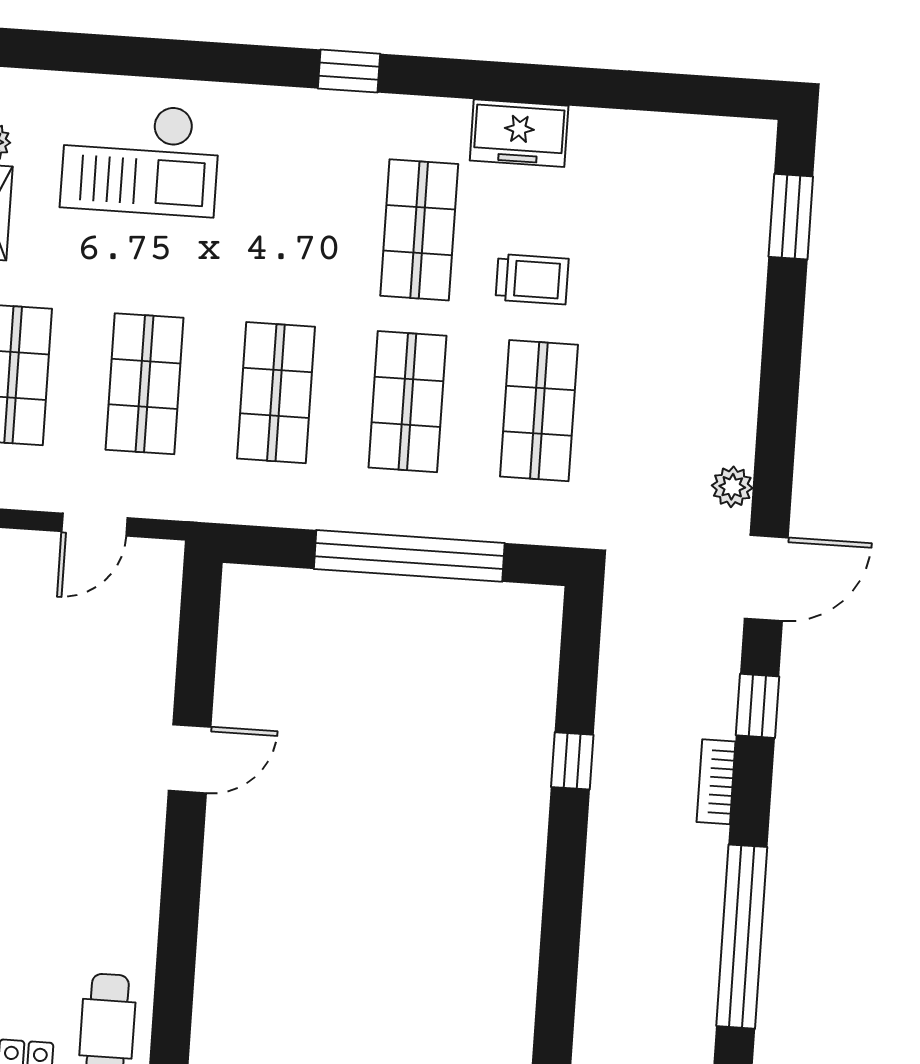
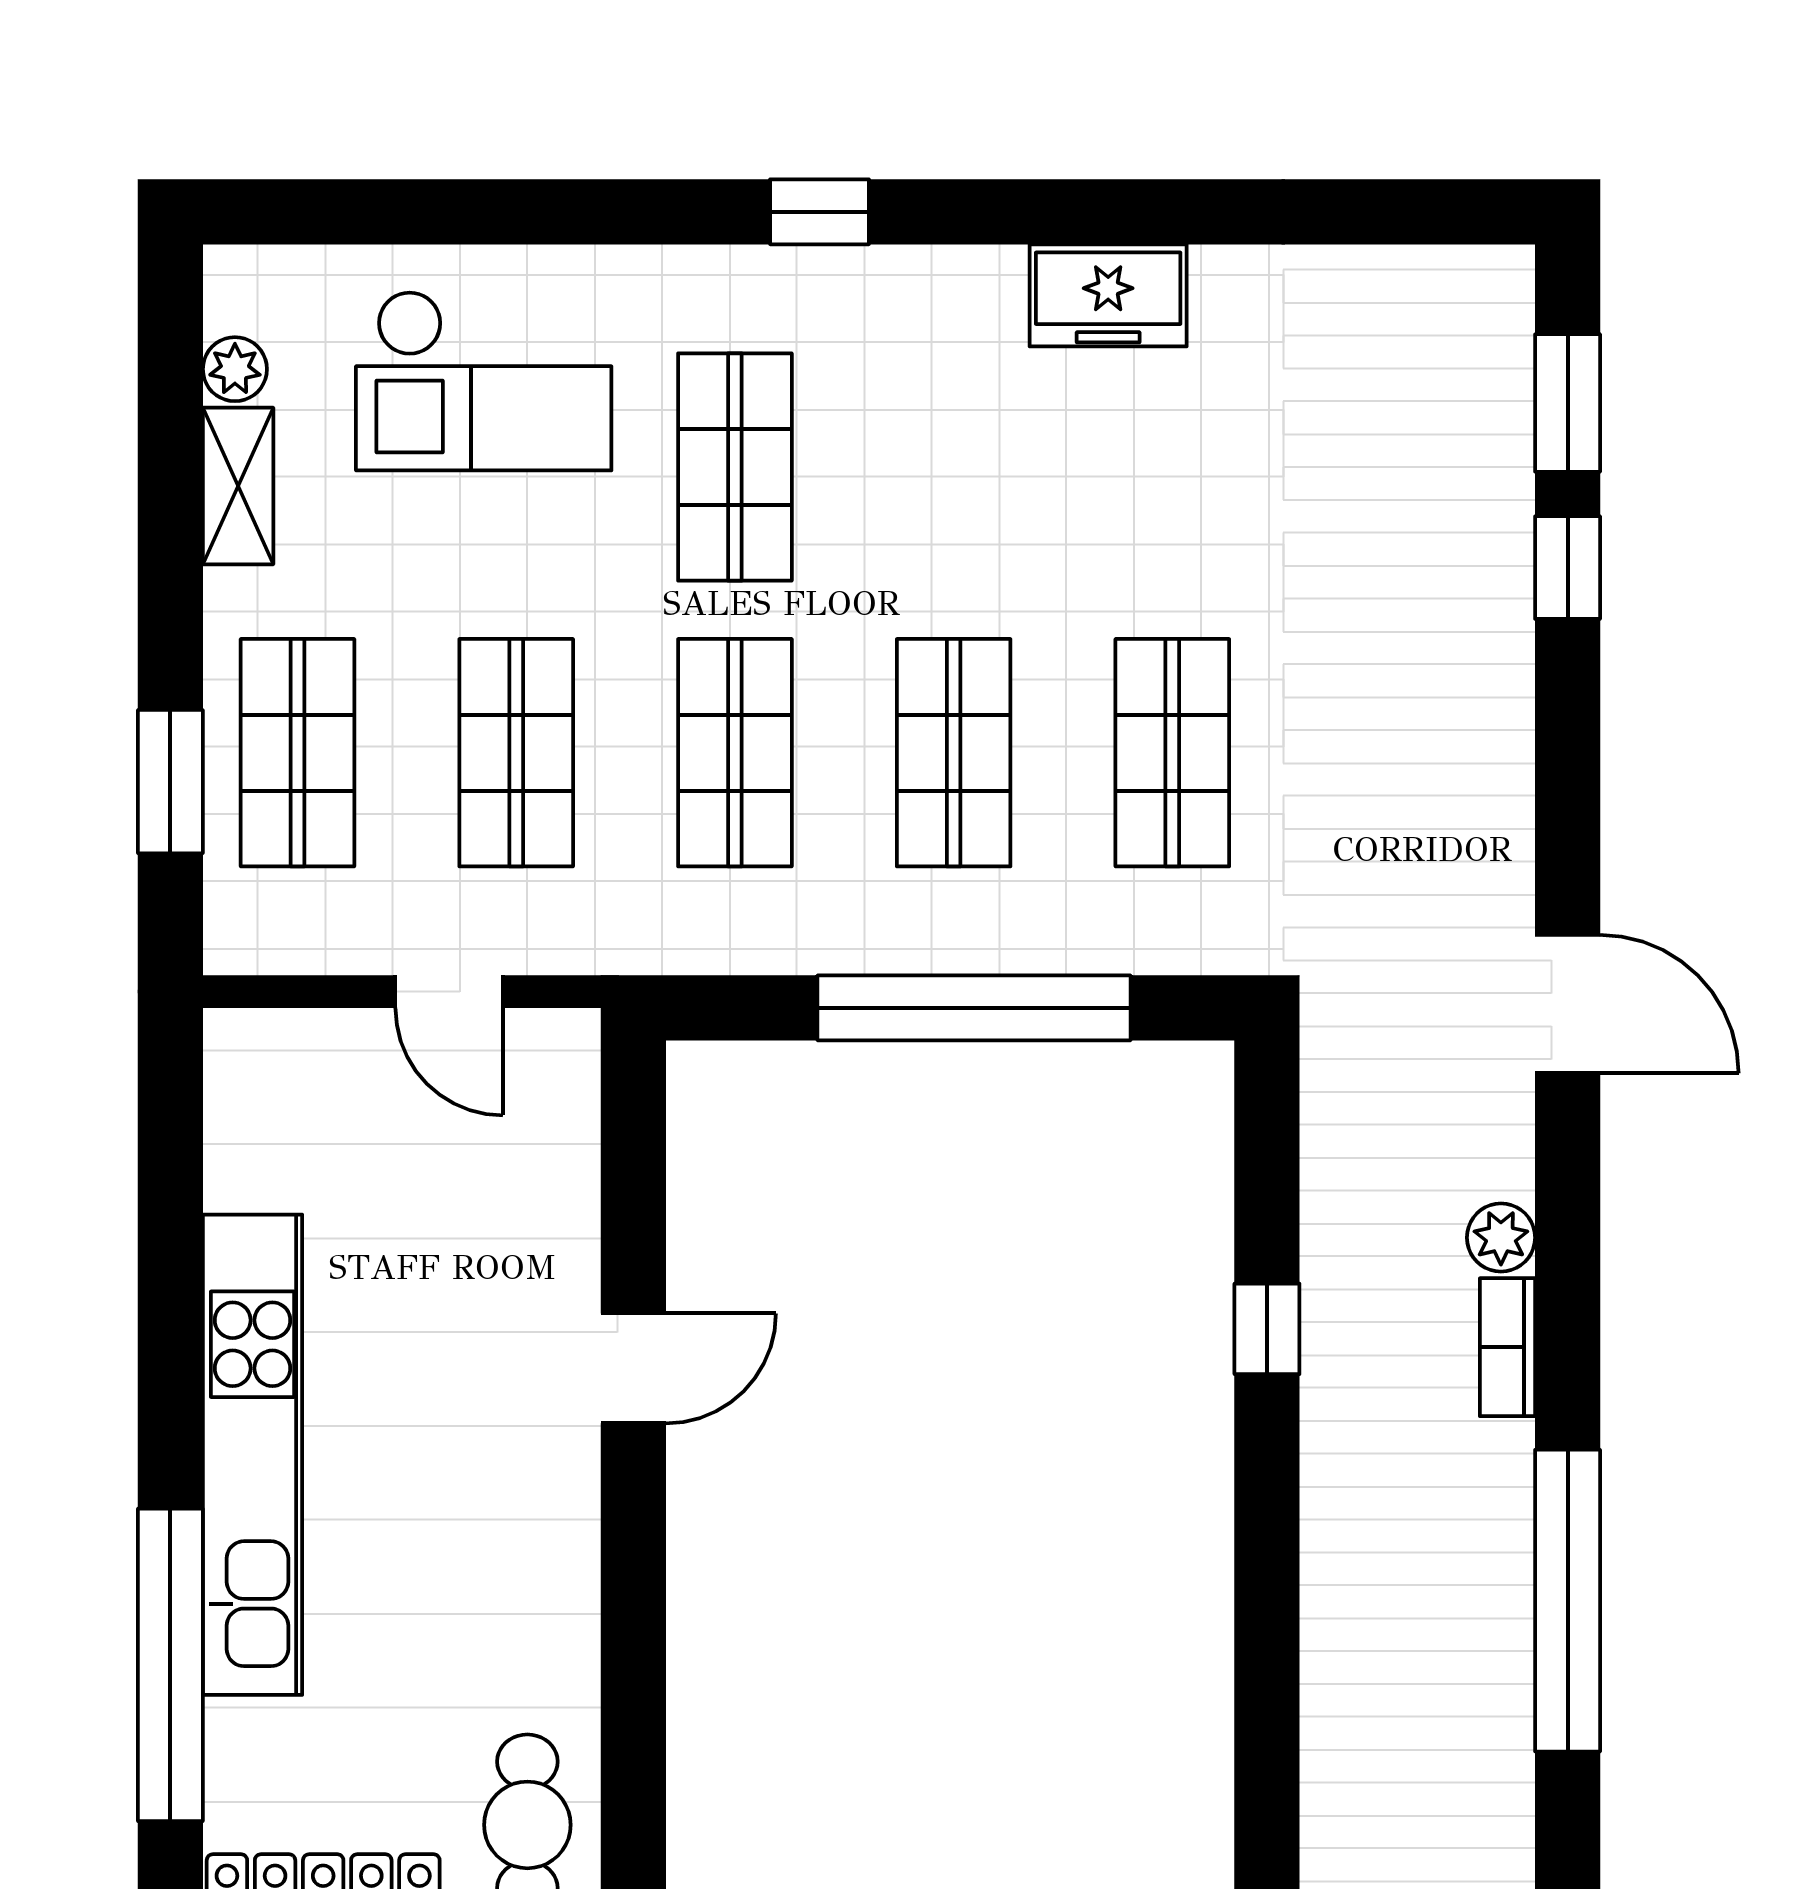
shop shelf: (419, 230) -> (735, 467), moved
trolley: (532, 279) -> (1146, 536), removed
plant: (732, 487) -> (1501, 1238), moved
door: (94, 525) -> (449, 992), hinge flipped
door: (766, 578) -> (1568, 1004), hinge flipped
window: (757, 706) -> (1568, 568), moved

